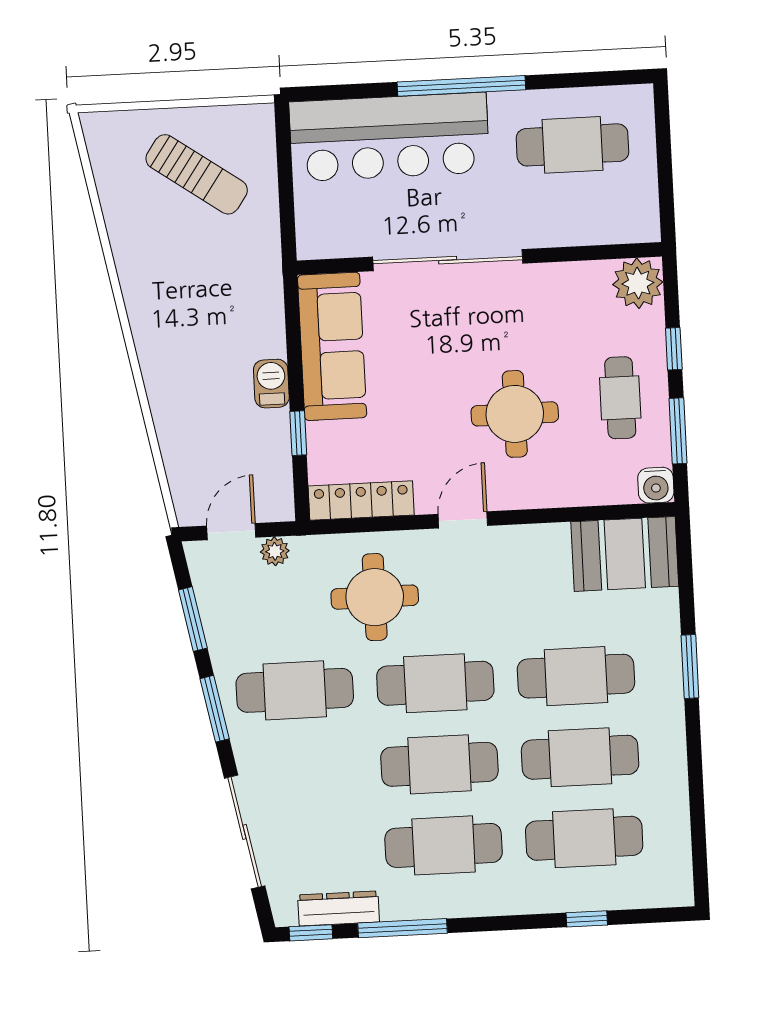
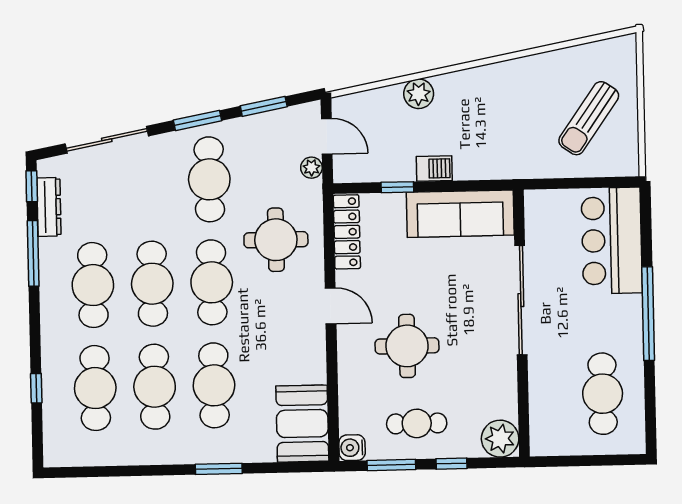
bar counter: (389, 137) -> (612, 241), width x0.73
plant: (170, 408) -> (419, 94), added

